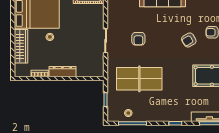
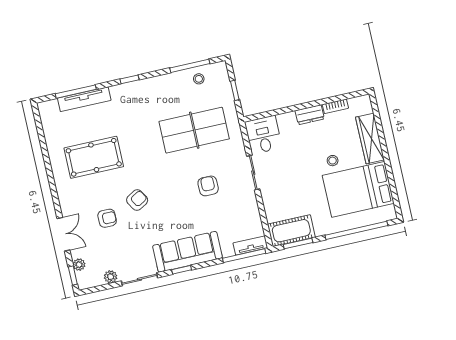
desk: (93, 65) -> (263, 135), added
dresser: (62, 72) -> (310, 115), width x0.70

